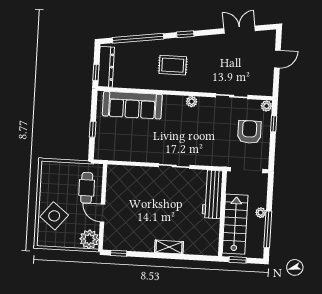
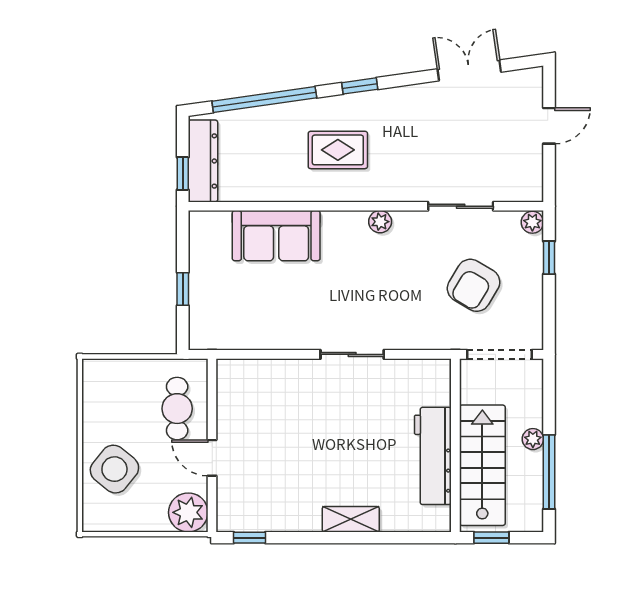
sofa: (132, 105) -> (276, 236), width x0.73
armchair: (249, 132) -> (474, 285), moved, turned -149
workbench: (212, 194) -> (433, 456), moved

